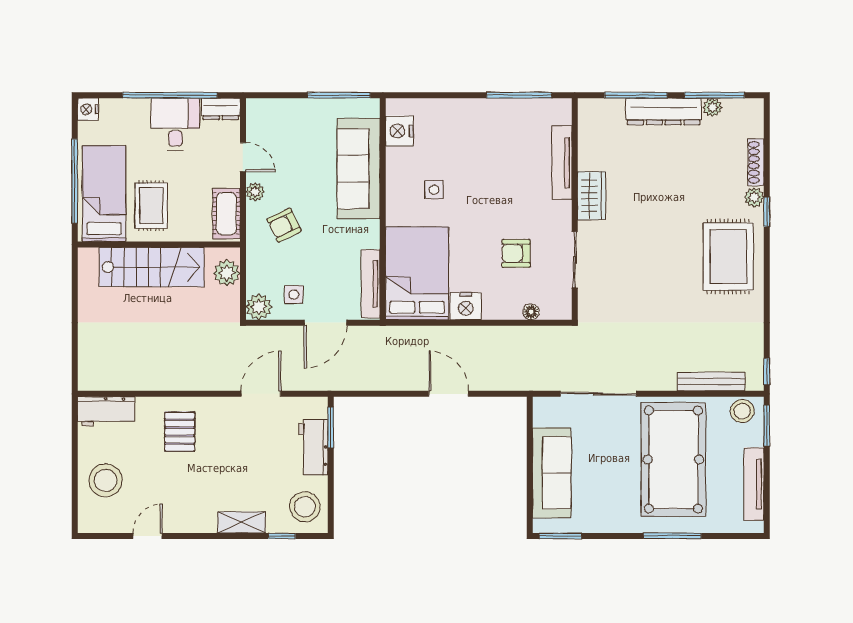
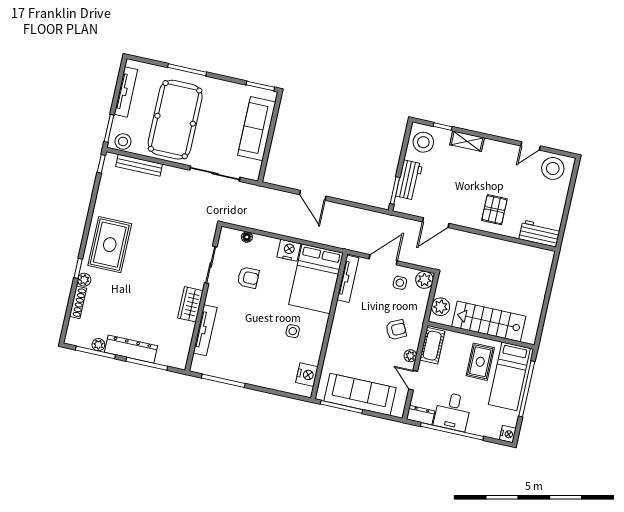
sofa: (359, 169) -> (360, 394), moved, turned -90
stool: (106, 480) -> (553, 168), moved

